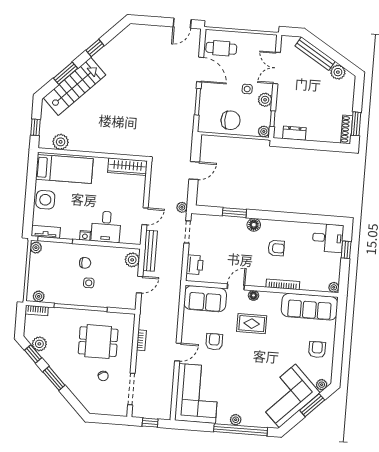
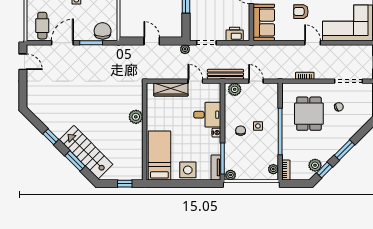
chair: (231, 120) -> (103, 31), moved
plant: (61, 142) -> (136, 117), moved
wardrobe: (128, 167) -> (171, 89), moved, turned 90

